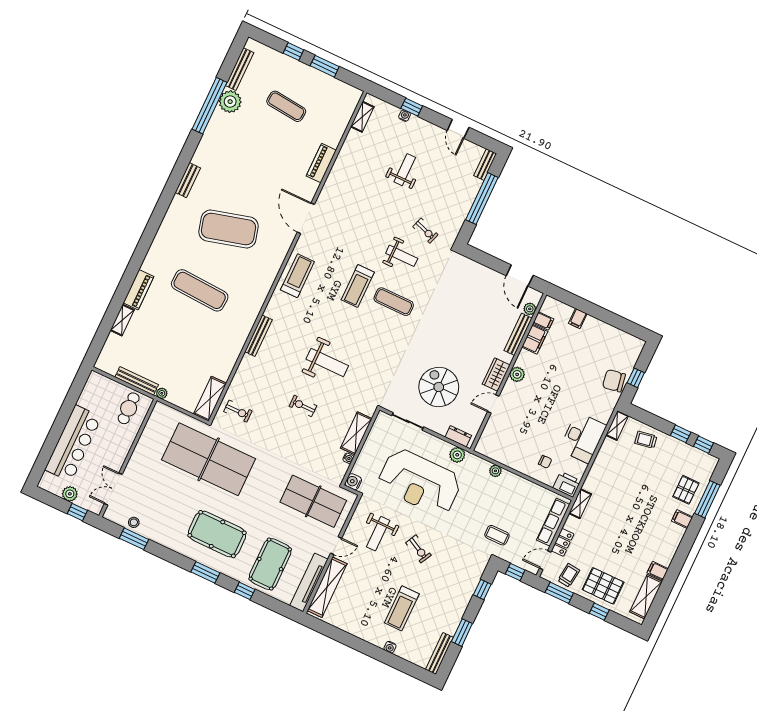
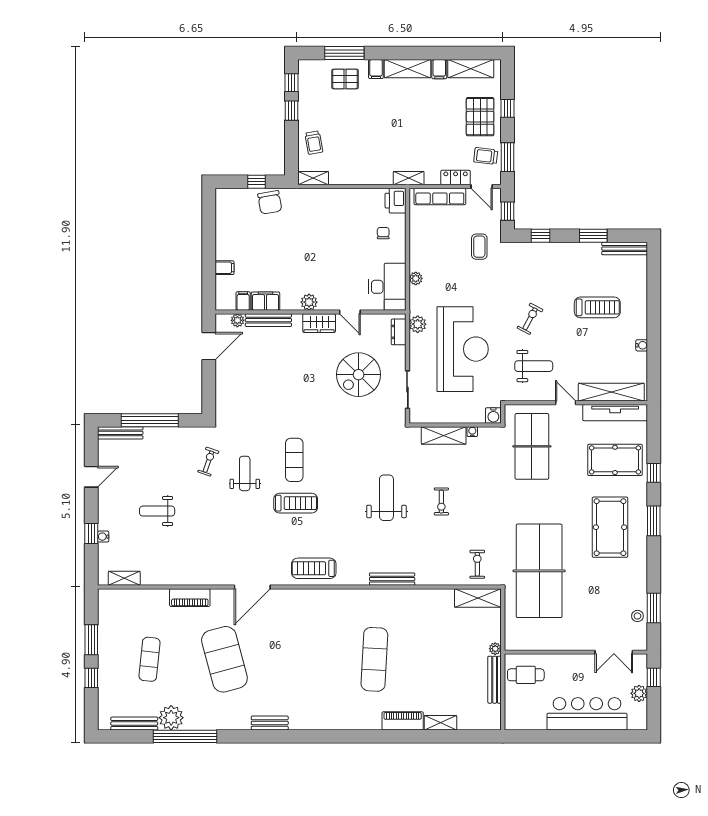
bench: (485, 165) -> (120, 433), width x1.36
exercise mat: (229, 229) -> (224, 659), moved
desk: (583, 438) -> (387, 287), moved, turned 90
shelving: (670, 545) -> (408, 69), added
water cooler: (390, 647) -> (642, 345), moved

